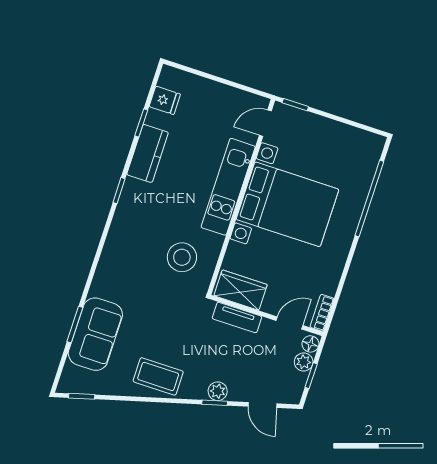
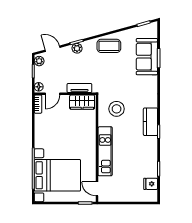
door: (265, 123) -> (97, 189), swing flipped
kitchen counter: (148, 153) -> (150, 122), moved
bed with nightstands: (288, 204) -> (57, 175), moved, turned 180
plant: (304, 362) -> (39, 61), moved

